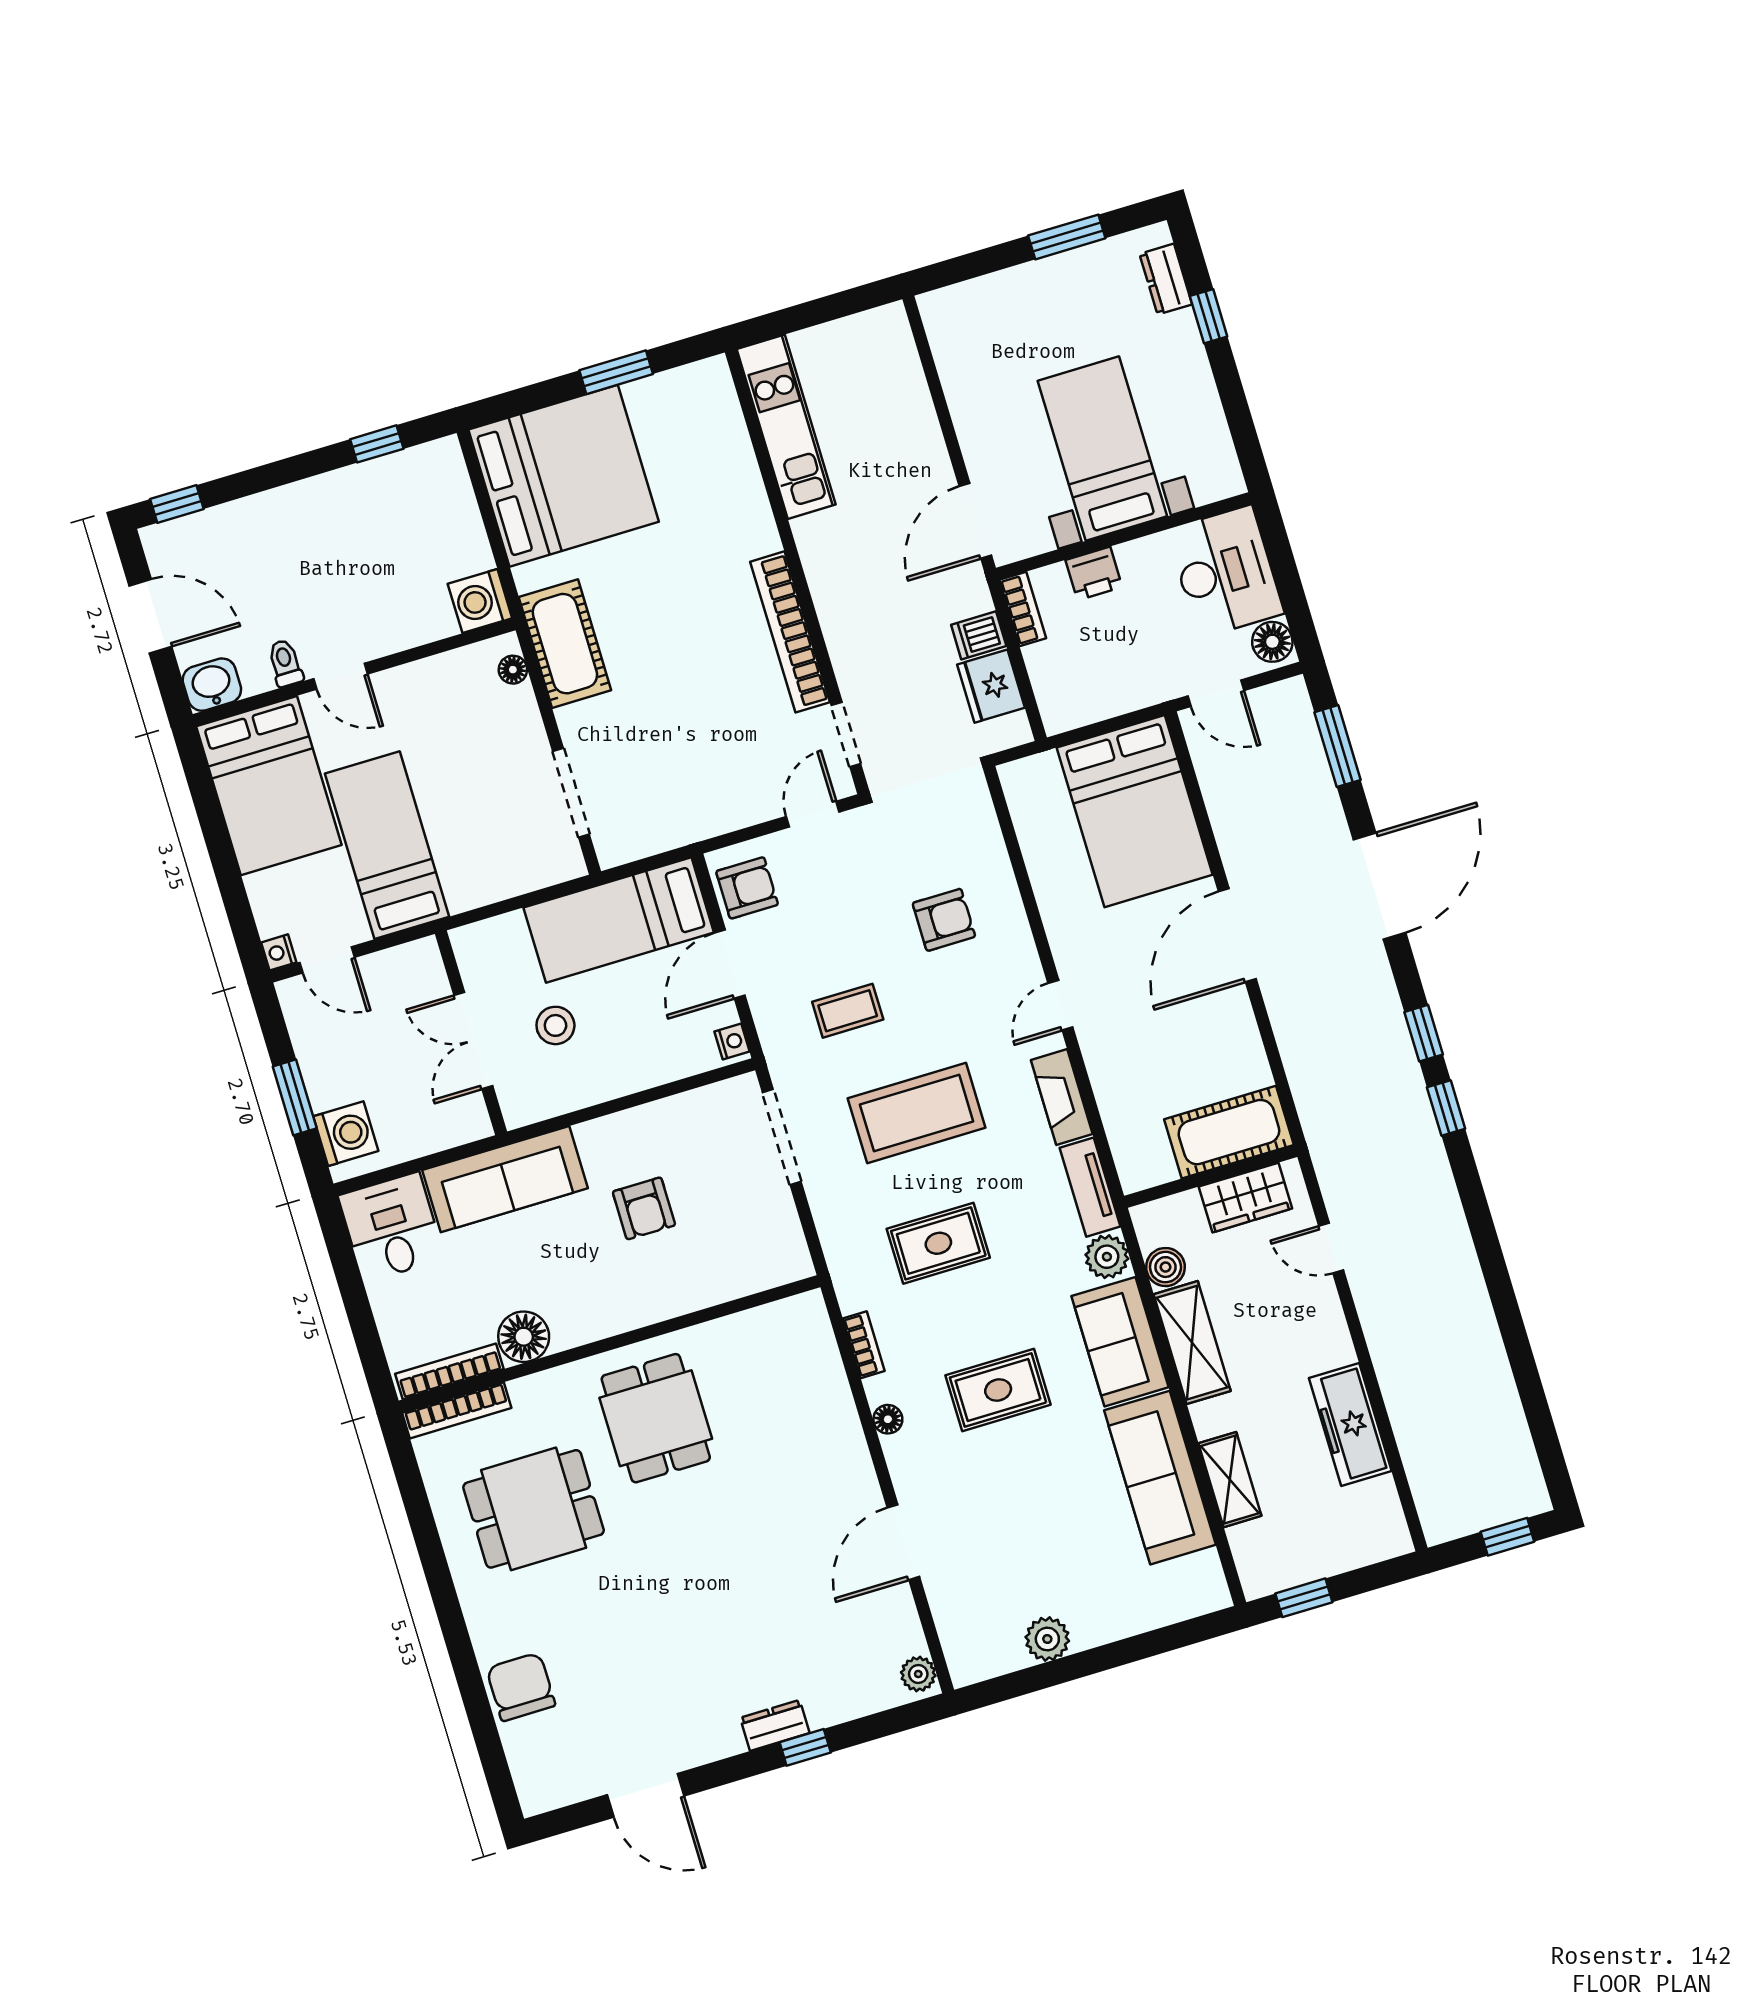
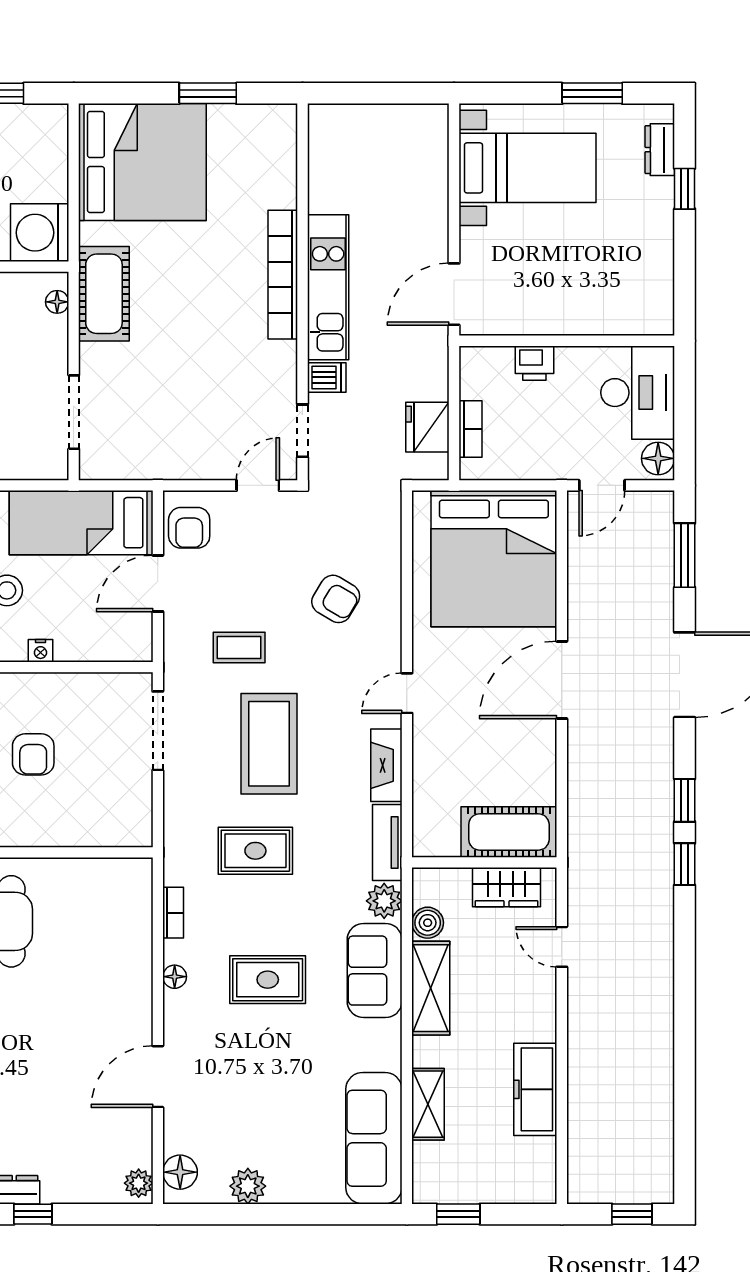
kitchen unit: (786, 427) -> (328, 287), moved
bed with nightstands: (1102, 448) -> (527, 168), moved, turned 90
washing machine: (480, 601) -> (40, 233), width x1.37, depth x1.37
bookcase: (1023, 609) -> (470, 429), moved
bookcase: (790, 632) -> (283, 275), moved
dishwasher: (979, 635) -> (327, 377), moved, turned 180
door: (1216, 693) -> (602, 485), hinge flipped
bed: (1135, 811) -> (494, 559), width x1.36
armchair: (747, 888) -> (189, 528), turned 90
armchair: (944, 920) -> (336, 599), turned 31
nightstand: (732, 1041) -> (40, 651), moved, turned 90
coffee table: (917, 1113) -> (269, 744), turned 90
sofa: (1160, 1478) -> (374, 1138), moved
floor lamp: (963, 1646) -> (180, 1172), added

